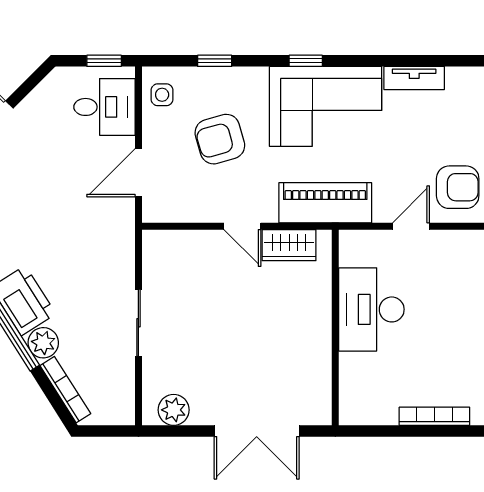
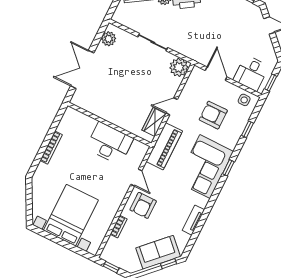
tv unit: (414, 78) -> (193, 220), moved
armchair: (220, 139) -> (213, 115), turned -74
plant: (162, 249) -> (179, 67), added

